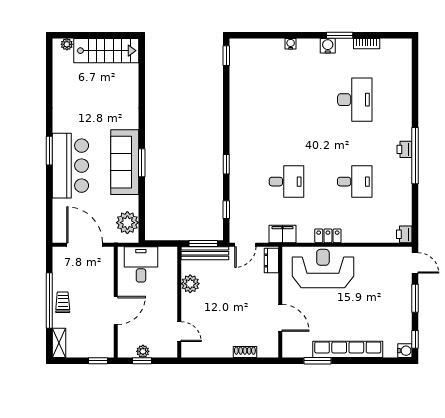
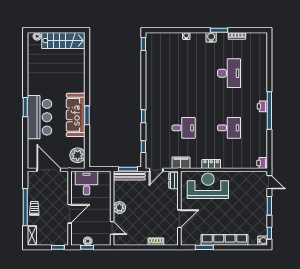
plant: (190, 284) -> (119, 208), moved
door: (280, 318) -> (179, 219), hinge flipped

